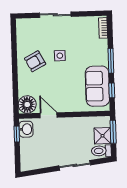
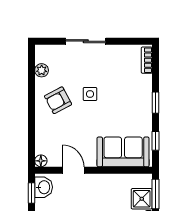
plant: (22, 38) -> (42, 70), added
window: (111, 61) -> (155, 103), width x0.67
sofa: (97, 86) -> (123, 152), moved, turned 90
floor lamp: (27, 104) -> (41, 161), width x0.53, depth x0.53

